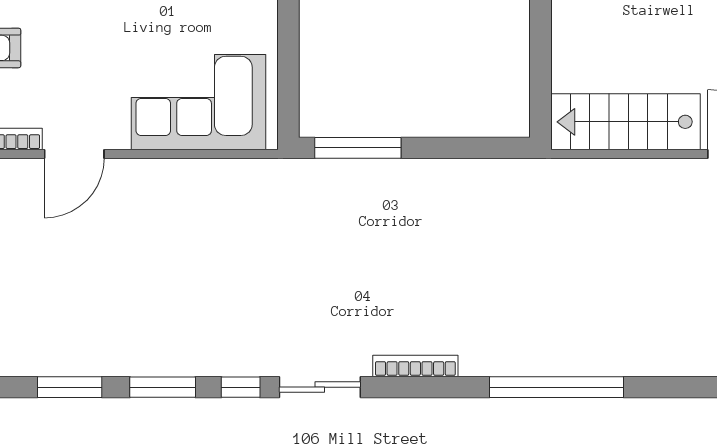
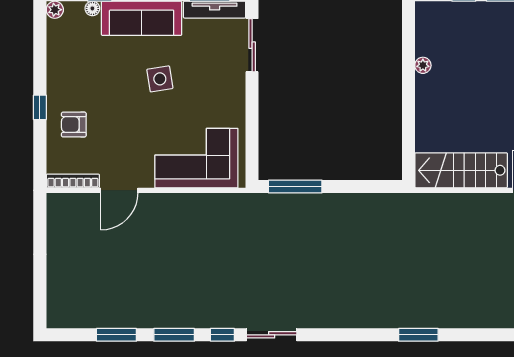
bookcase: (415, 366) -> (331, 322), removed
window: (556, 387) -> (418, 335), width x0.47

